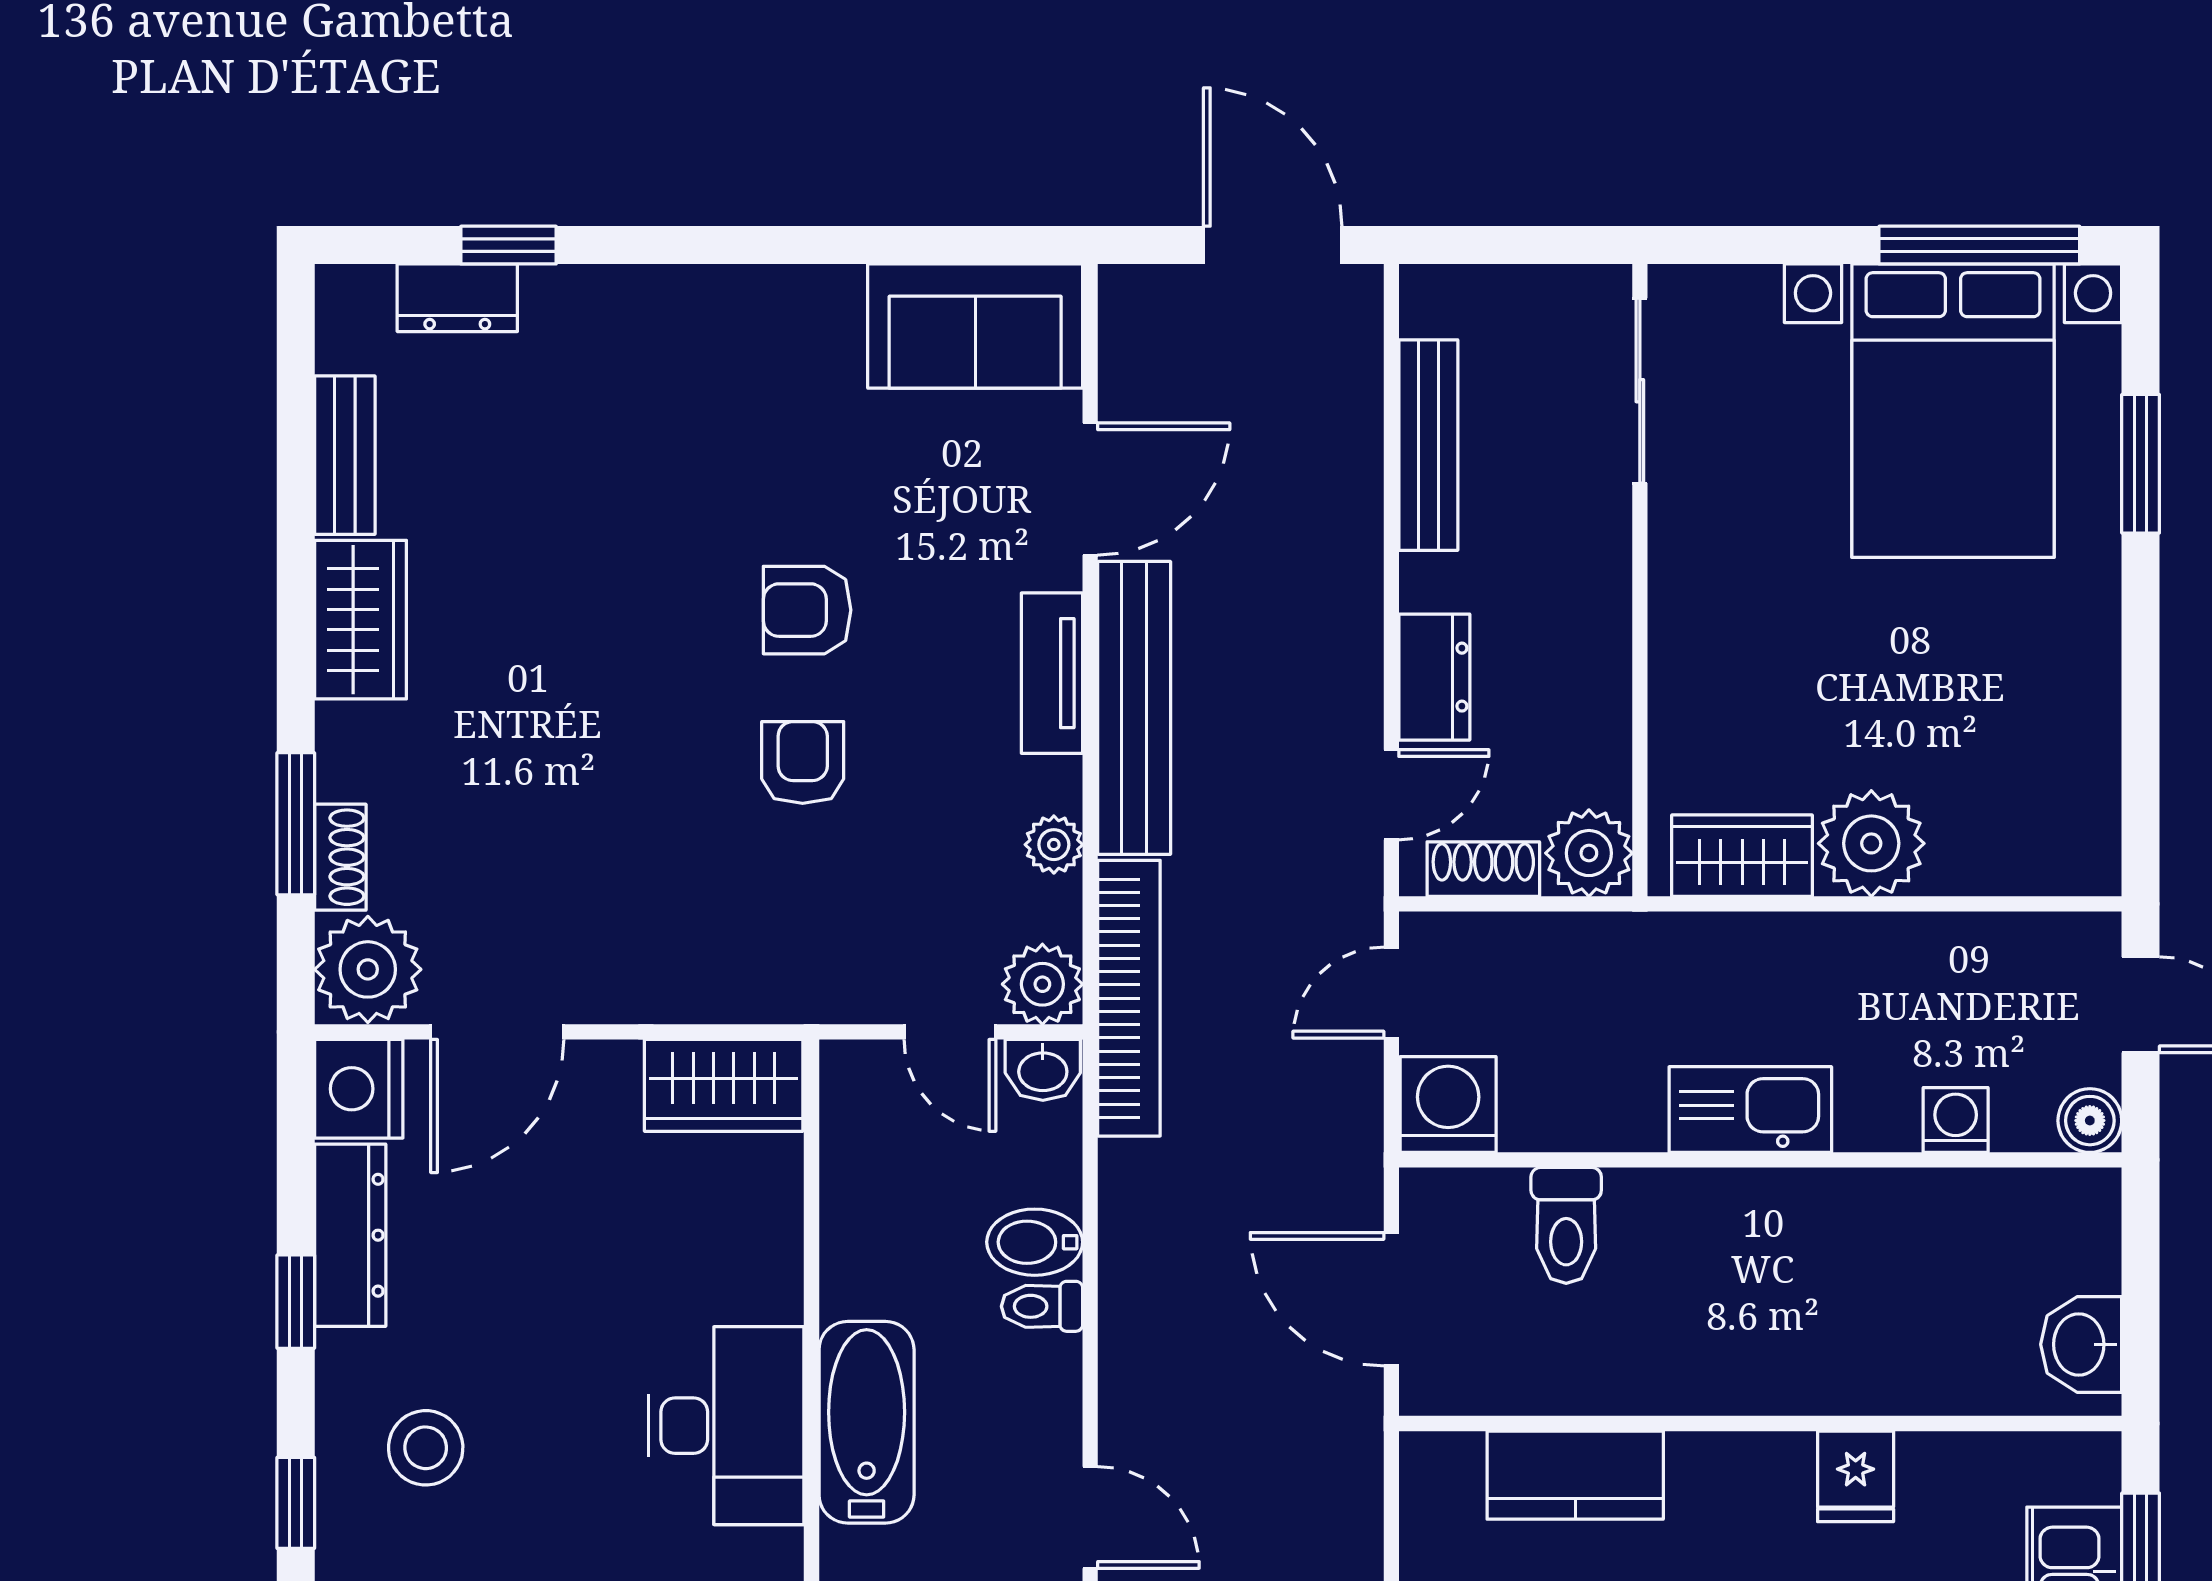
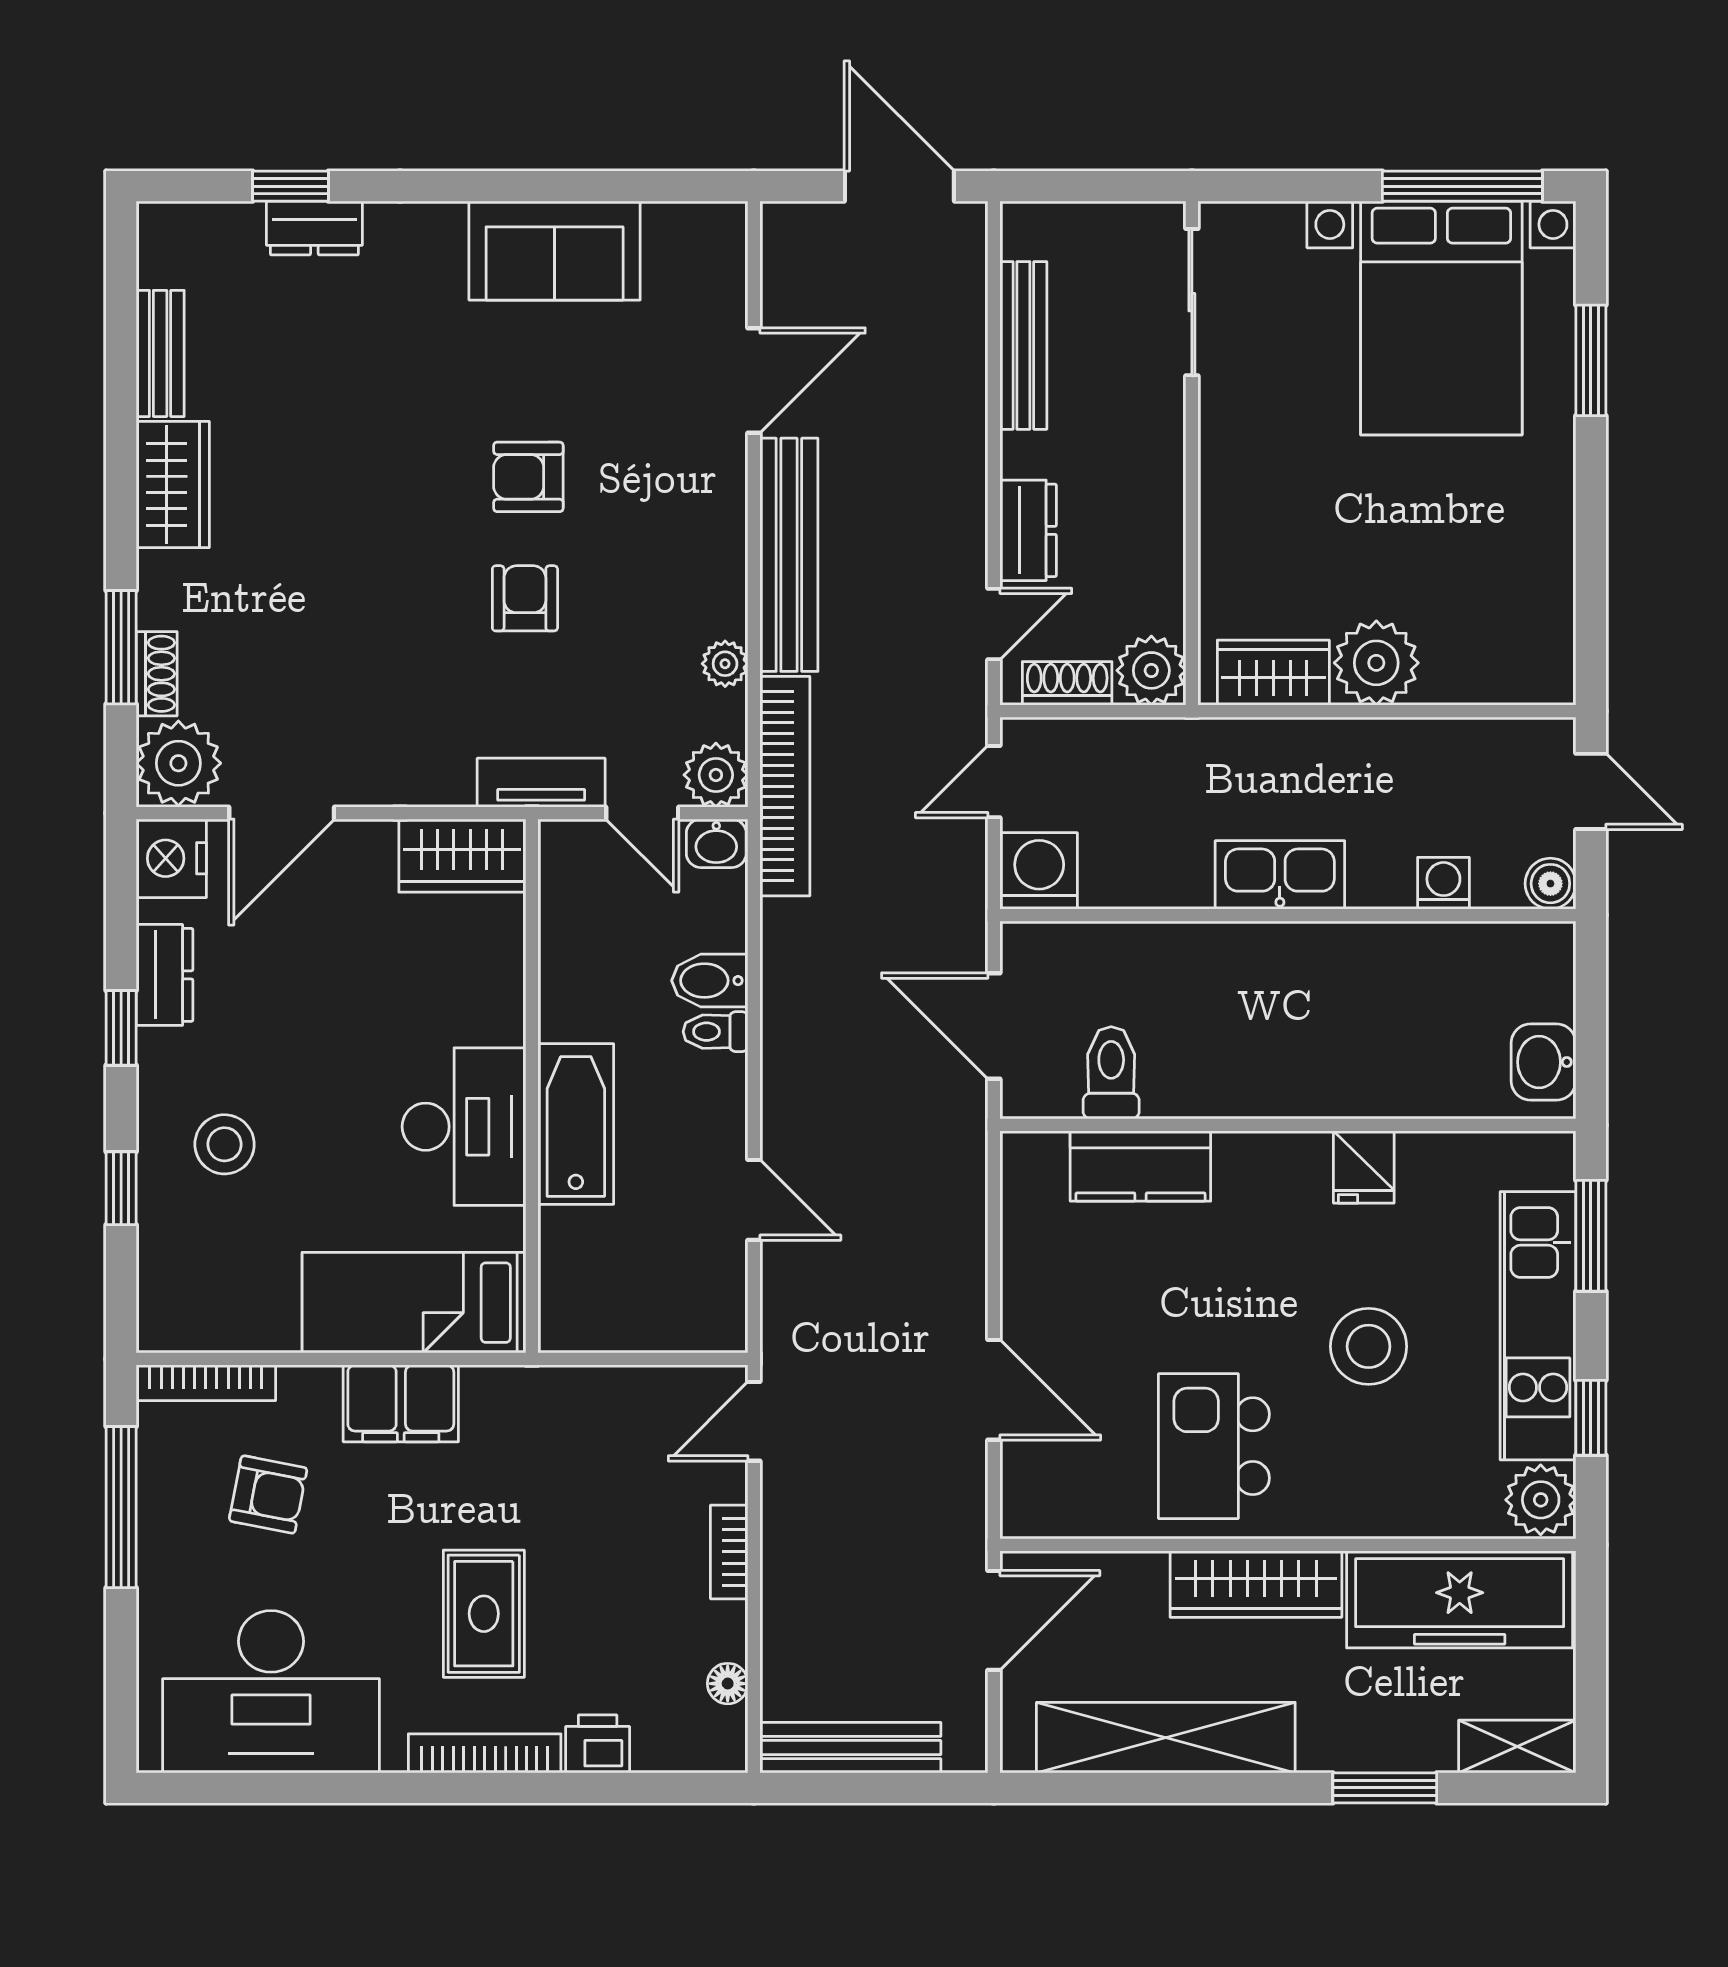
dresser: (457, 298) -> (314, 228), moved
sofa: (975, 326) -> (555, 251), moved
tv unit: (1052, 673) -> (541, 783), moved, turned 90
toilet: (1566, 1225) -> (1111, 1073), moved, turned 180
dresser: (350, 1235) -> (164, 975), width x0.70

